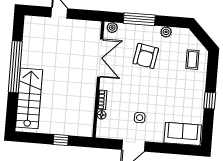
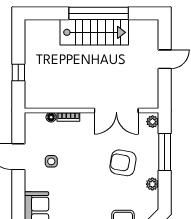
stairs: (29, 98) -> (94, 32), moved

